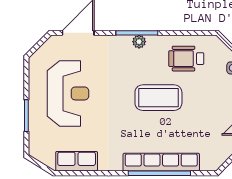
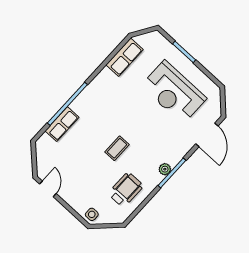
coffee table: (158, 98) -> (117, 148), width x0.54, depth x0.58
row of seats: (161, 162) -> (62, 124), width x0.50

